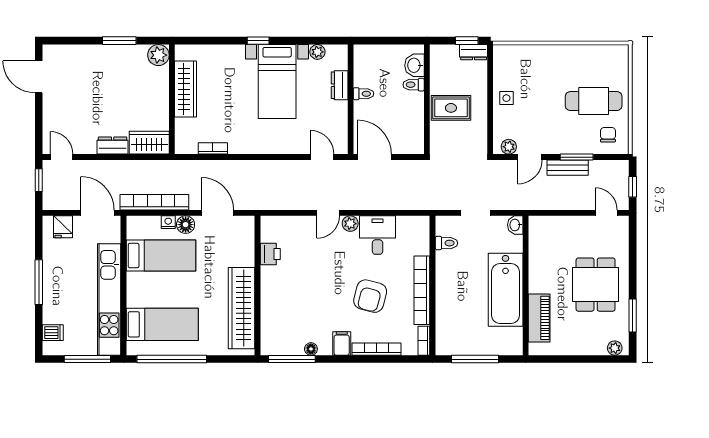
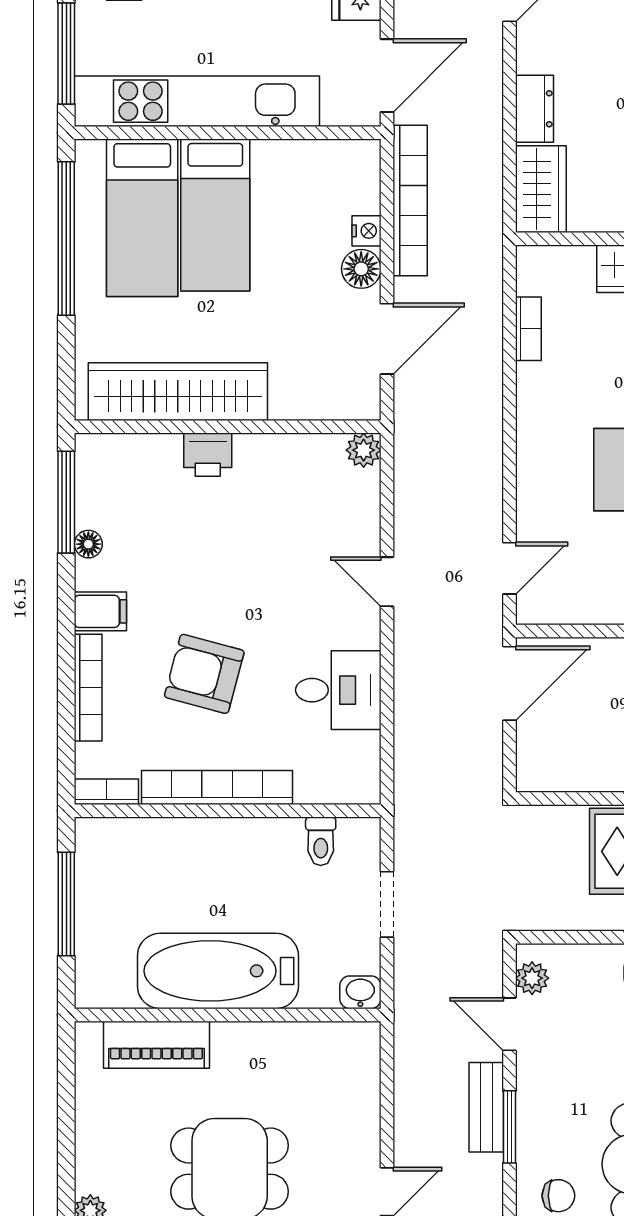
plant: (350, 224) -> (364, 450), moved
printer: (270, 254) -> (208, 455), moved
bed: (161, 256) -> (215, 215), moved

